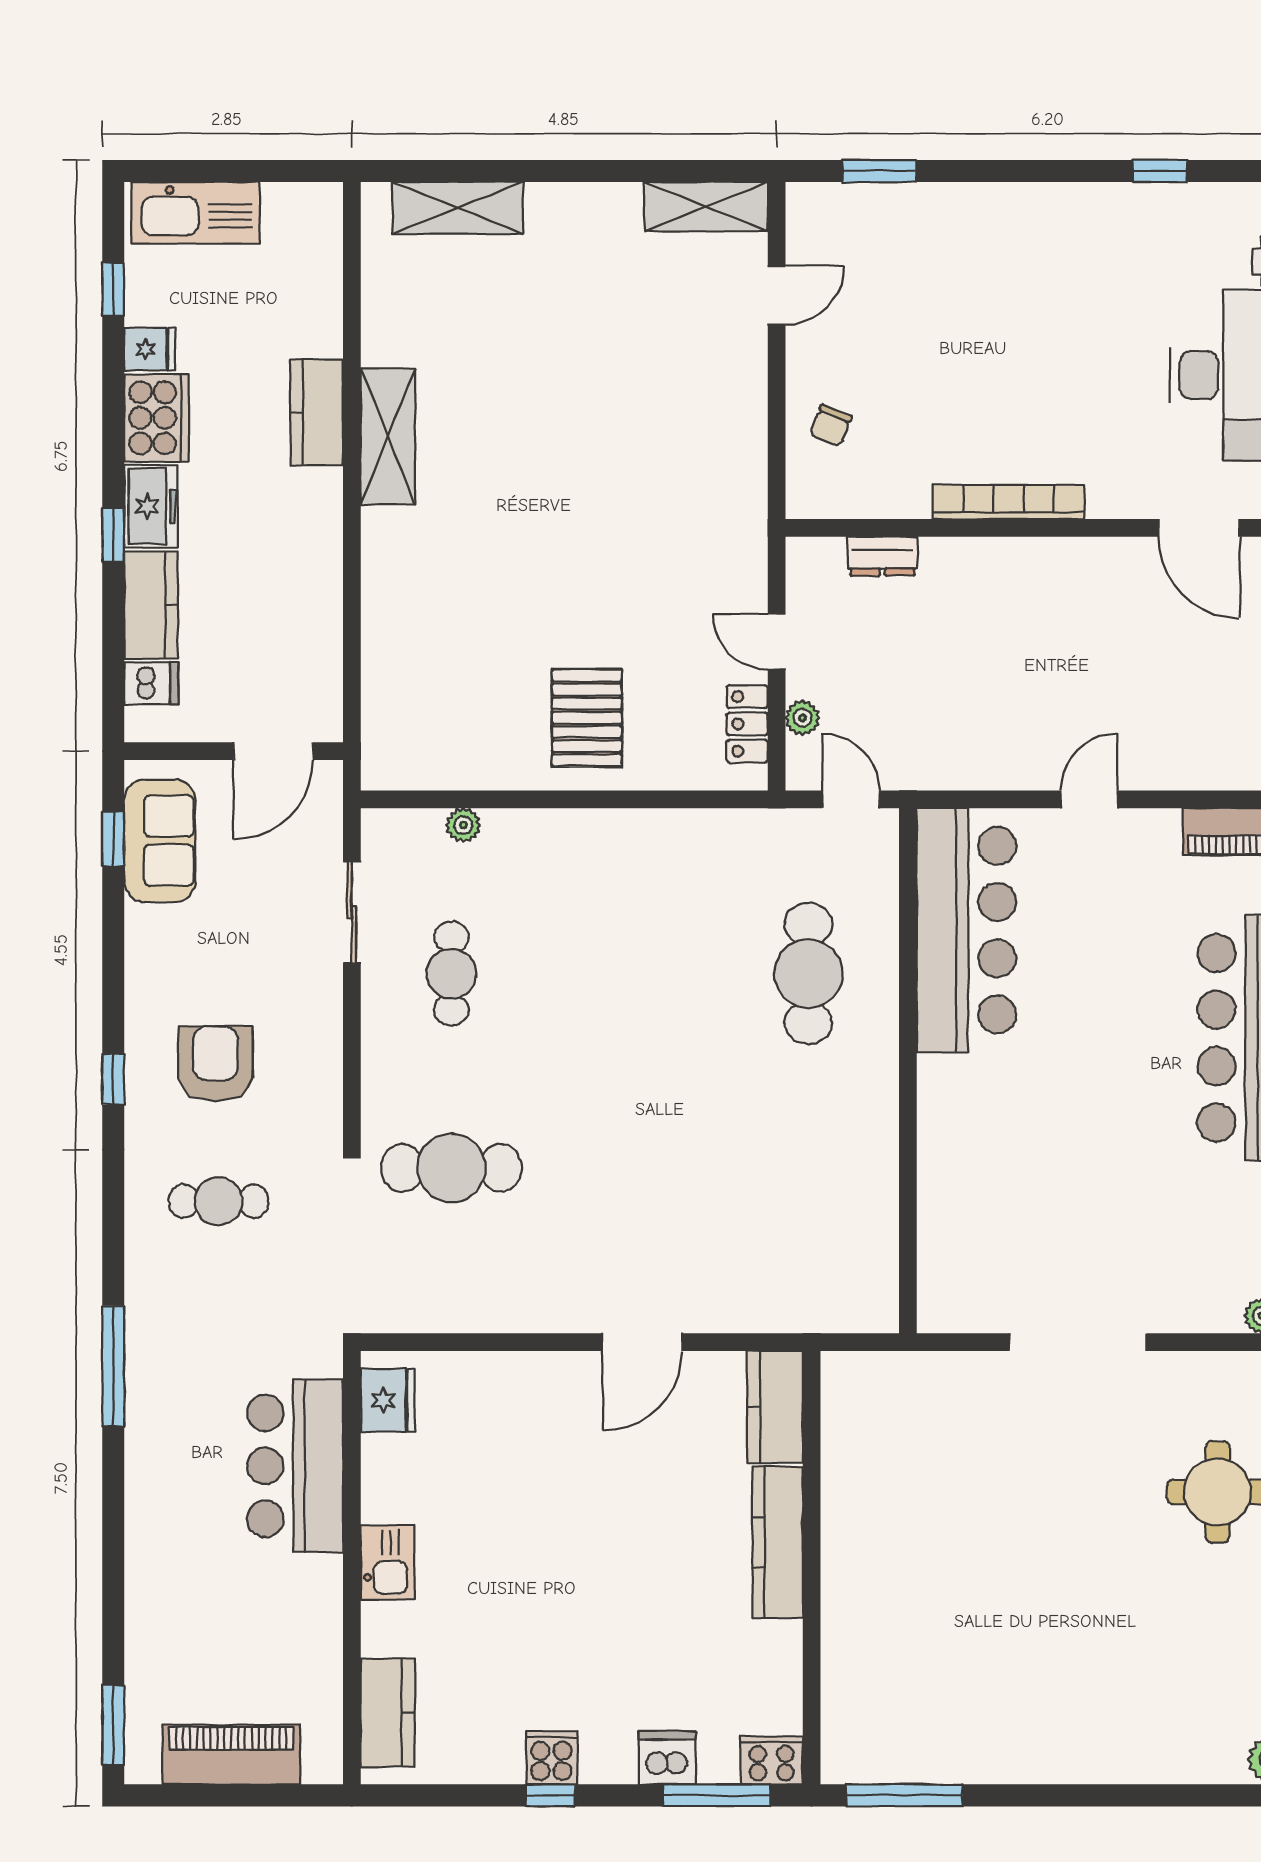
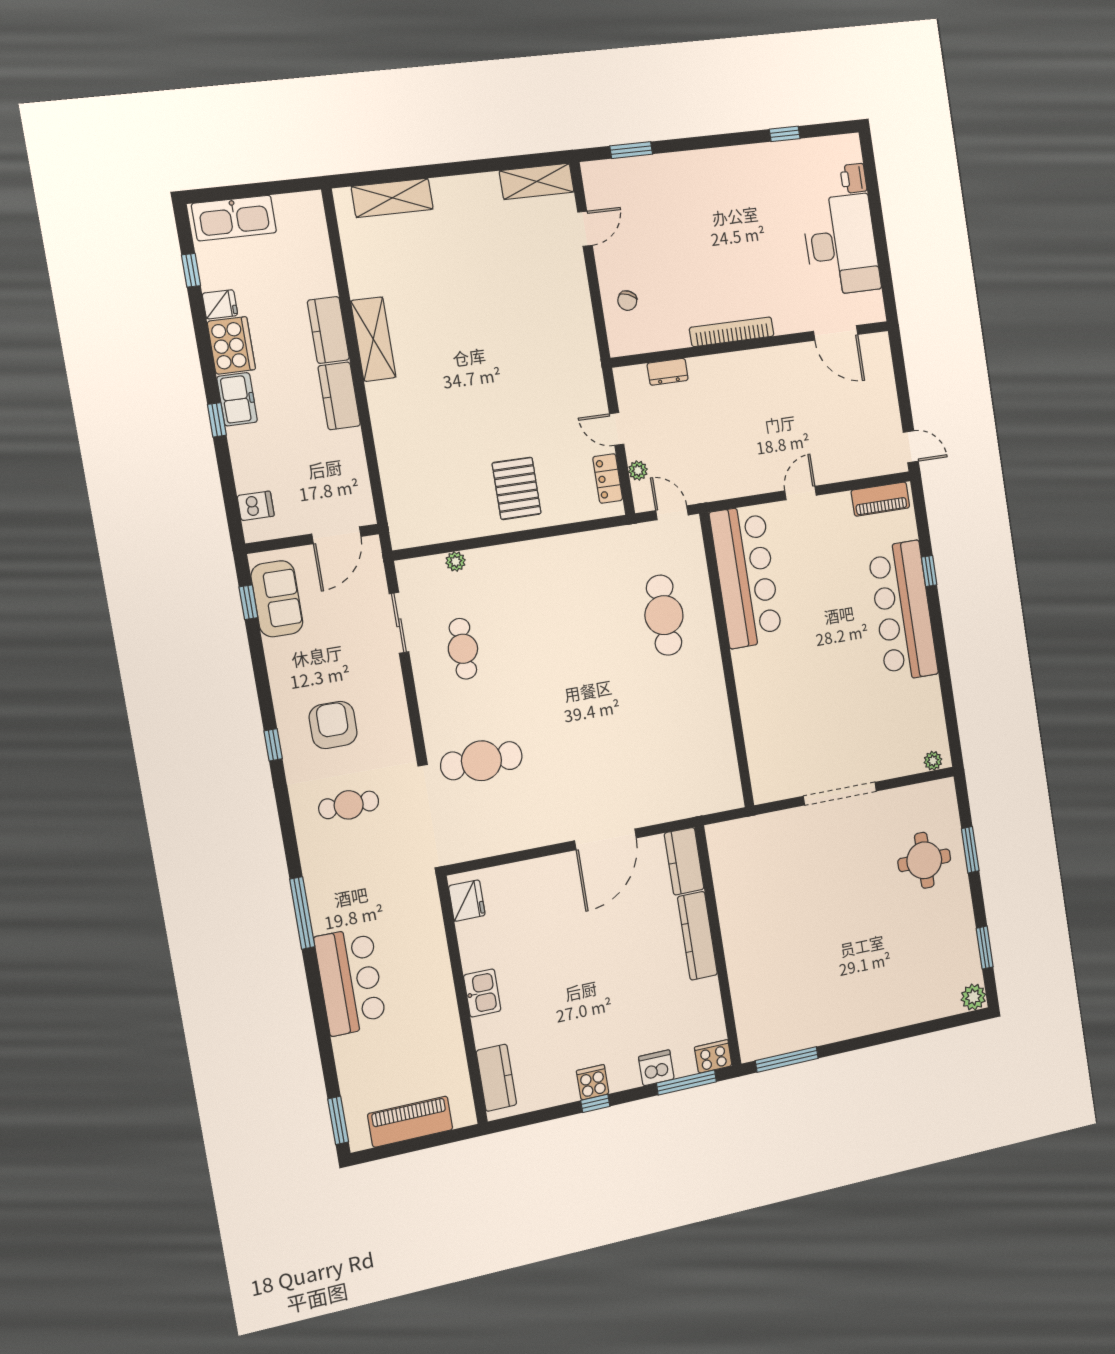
kitchen counter: (151, 605) -> (339, 396), moved, turned 180
door: (642, 1342) -> (606, 839), width x1.36
bar counter: (295, 1466) -> (350, 981), moved, turned 180

